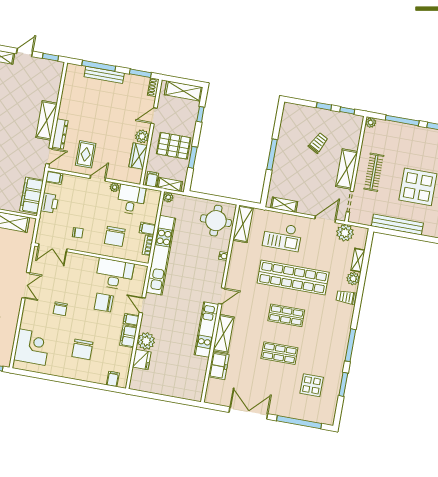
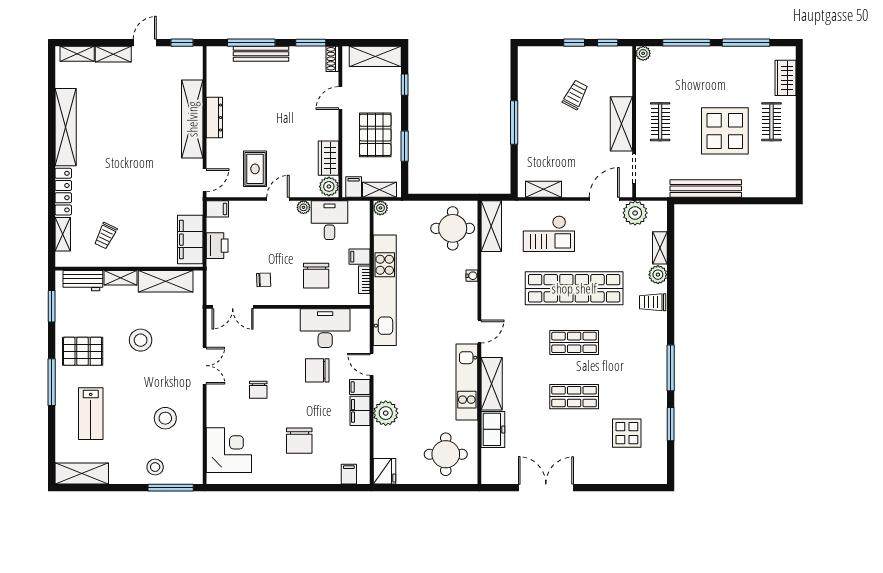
shelving: (47, 120) -> (192, 119), width x1.47
dresser: (60, 134) -> (214, 118), moved
plant: (142, 136) -> (329, 186), moved
pallet: (174, 146) -> (375, 135), turned 90
clothes rail: (374, 172) -> (660, 122), width x0.73
fridge: (142, 359) -> (384, 471), moved
round table: (183, 377) -> (446, 454), added
window: (299, 422) -> (619, 488), removed

